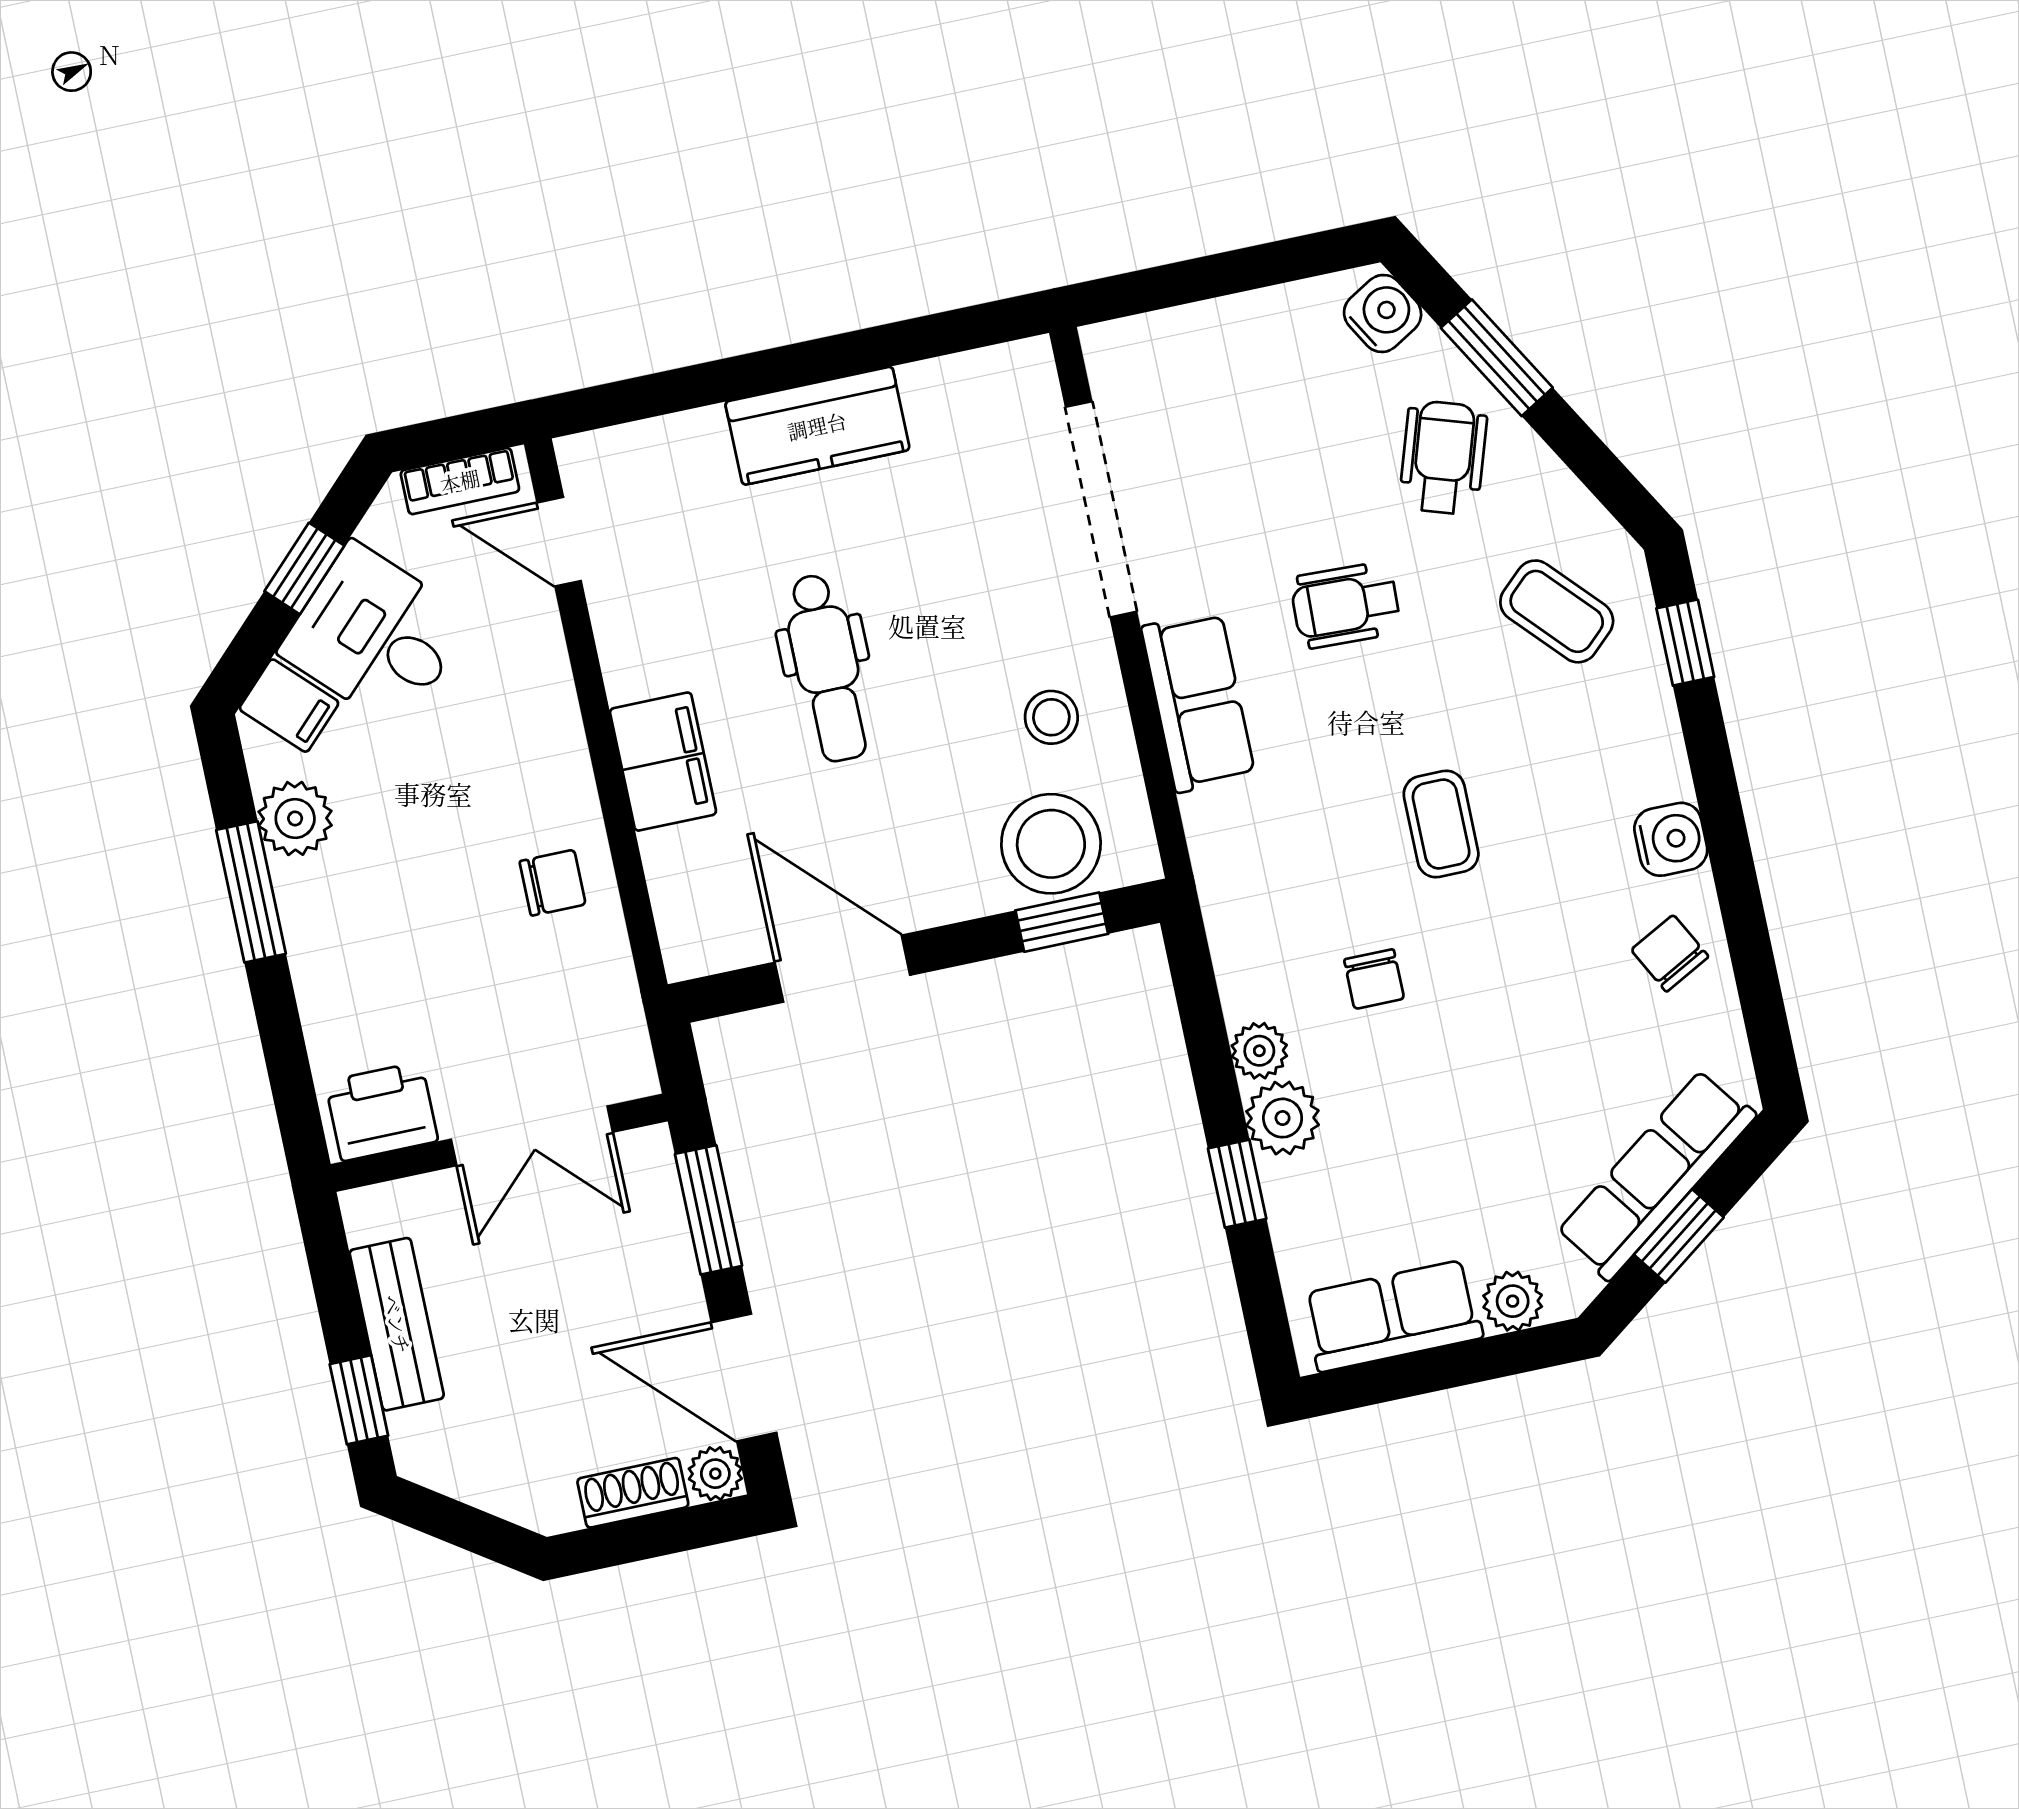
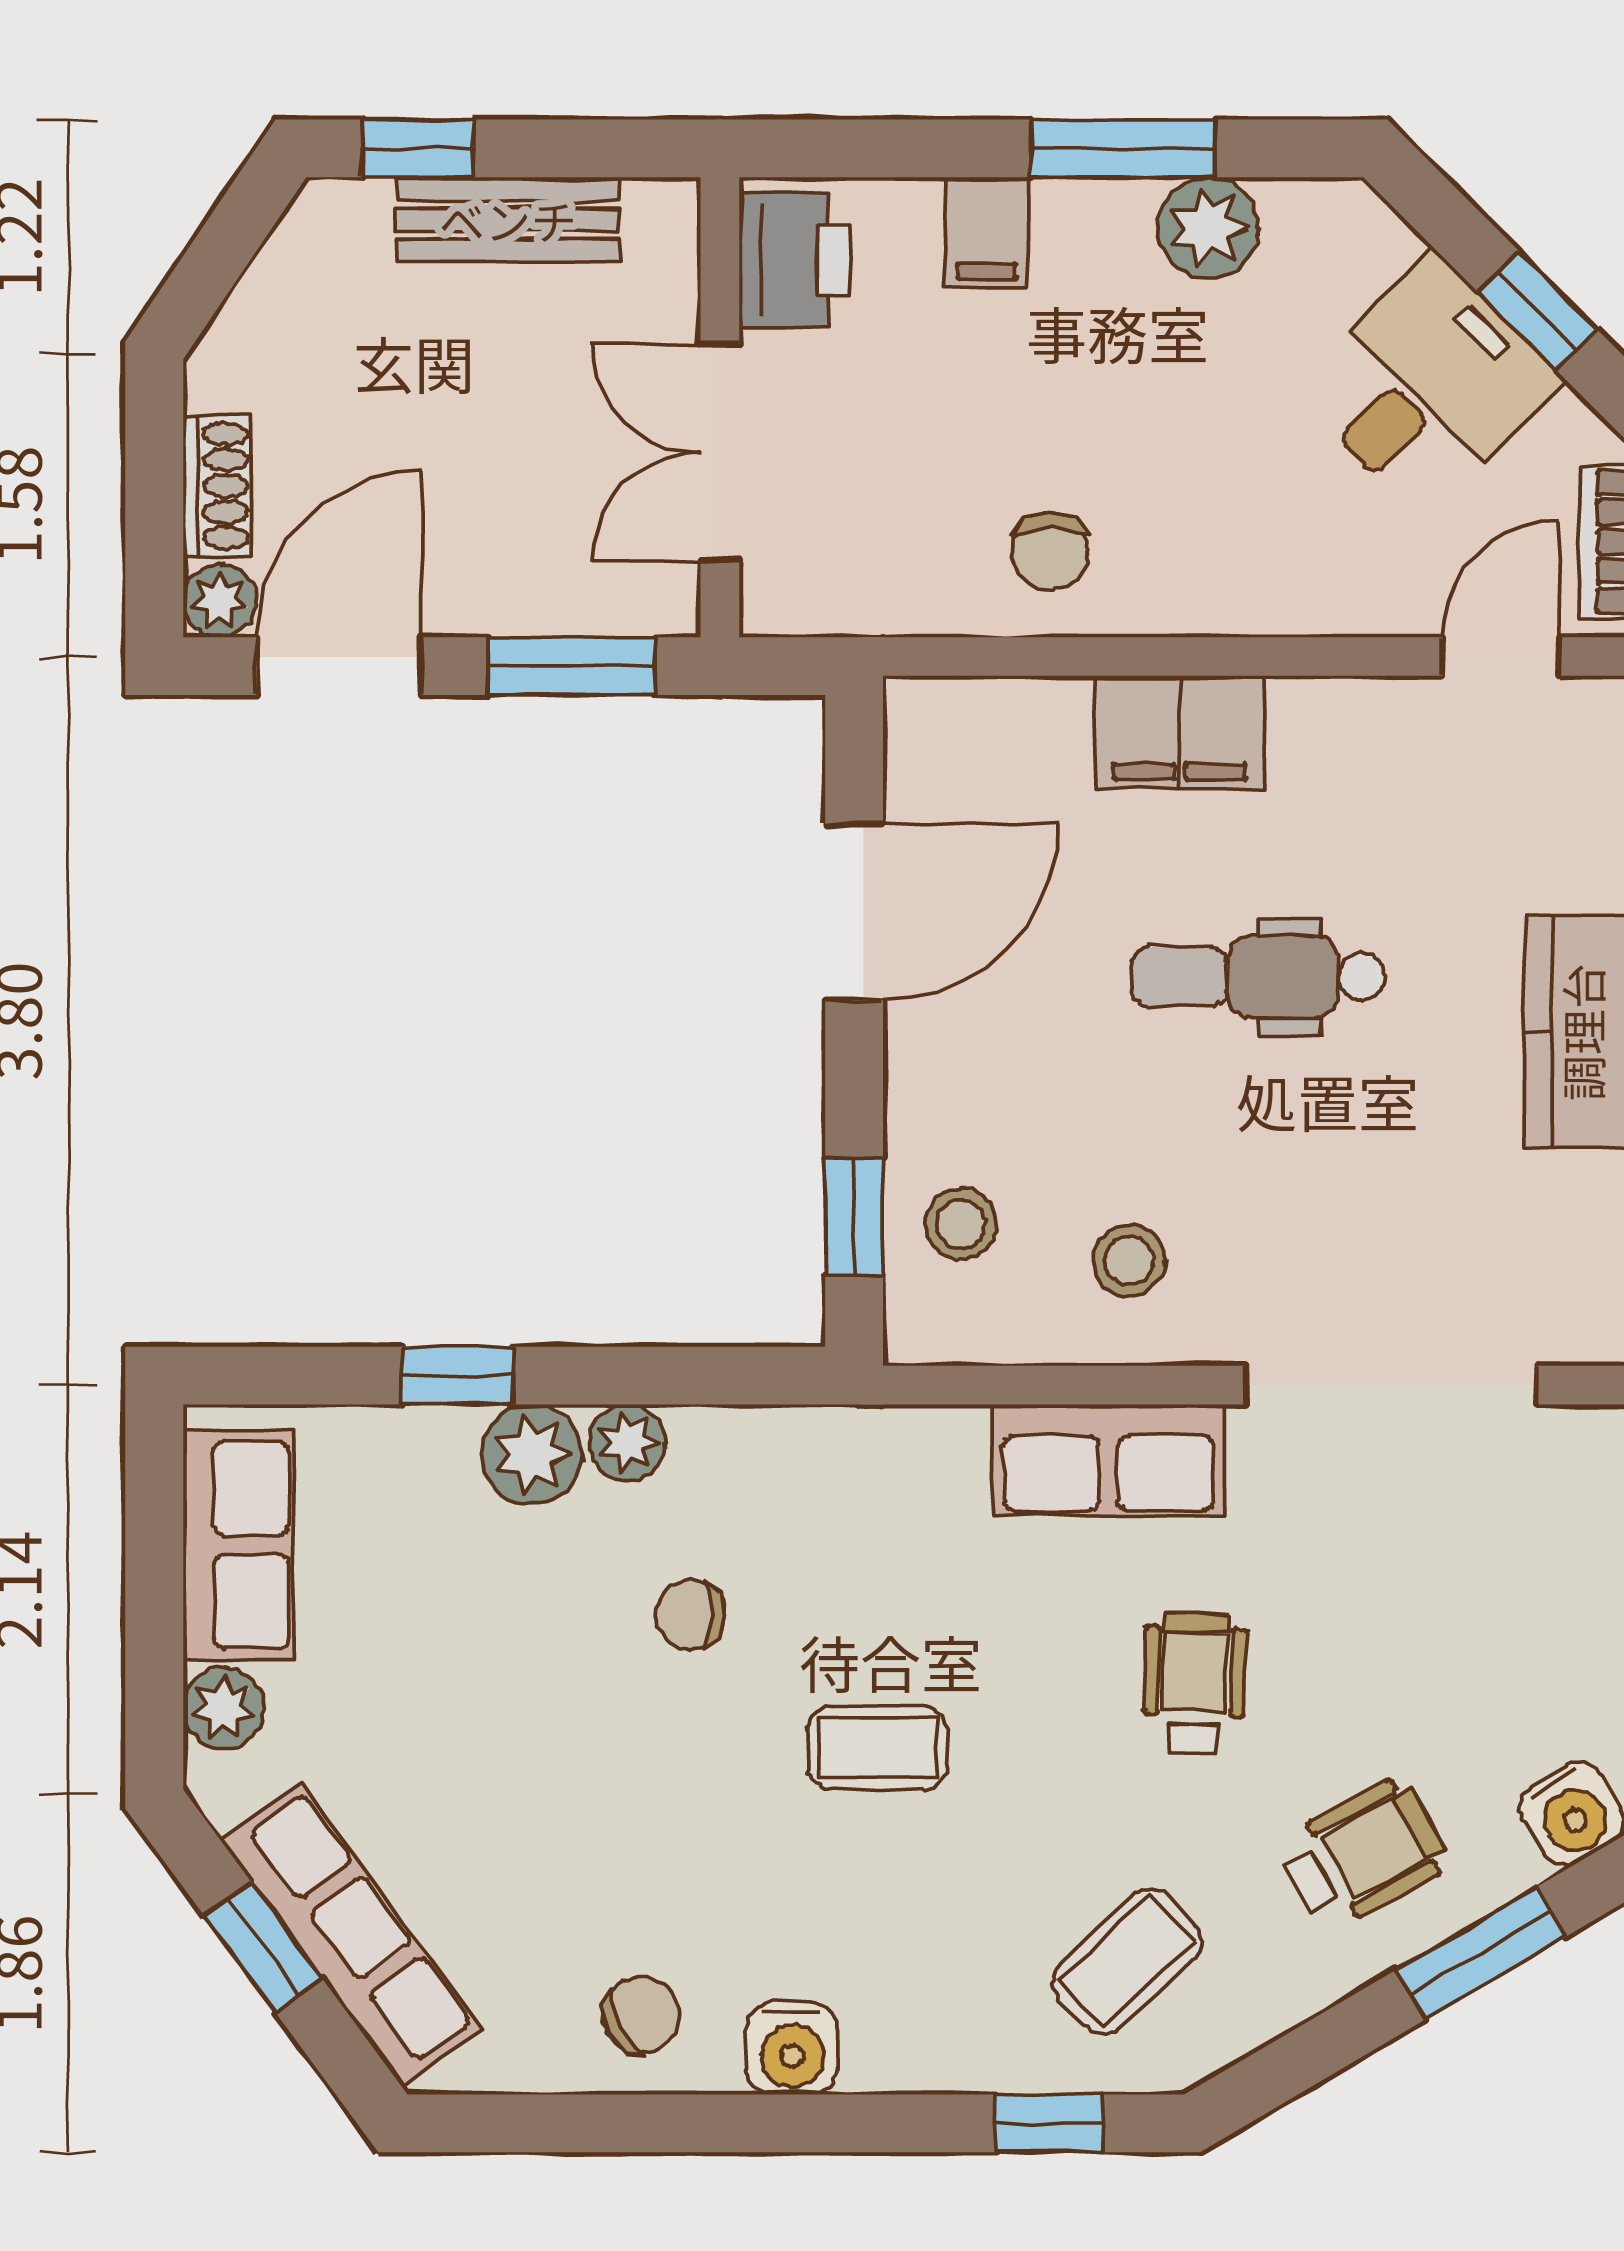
wheelchair: (1443, 458) -> (1363, 1854), turned -46
filing cabinet: (289, 706) -> (987, 232), moved, turned -45
stool: (1051, 844) -> (961, 1224), width x0.53, depth x0.53

